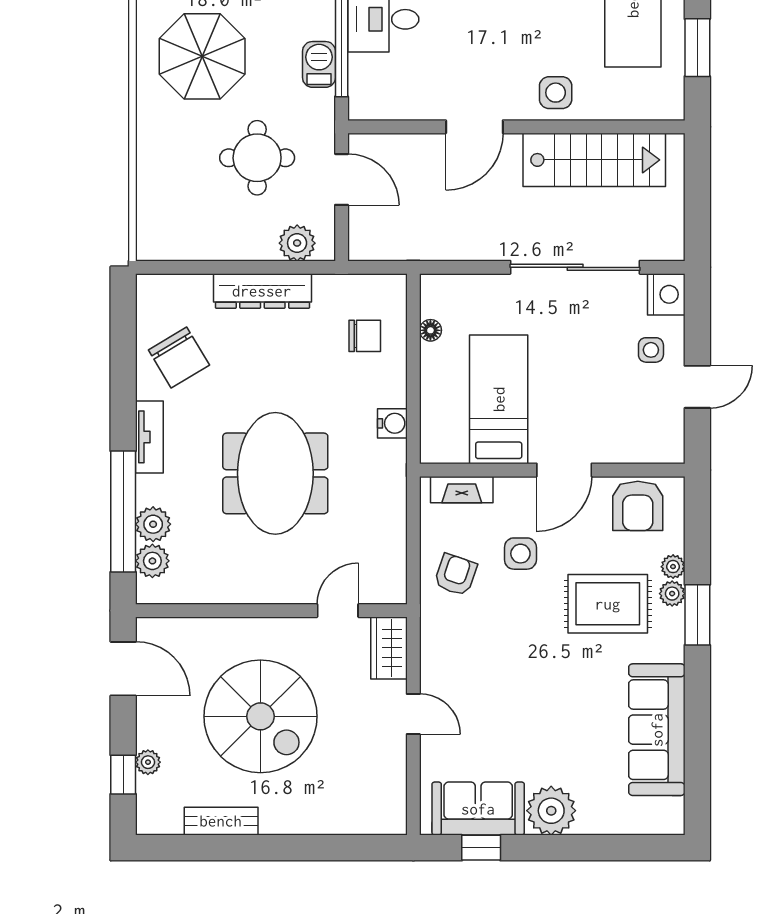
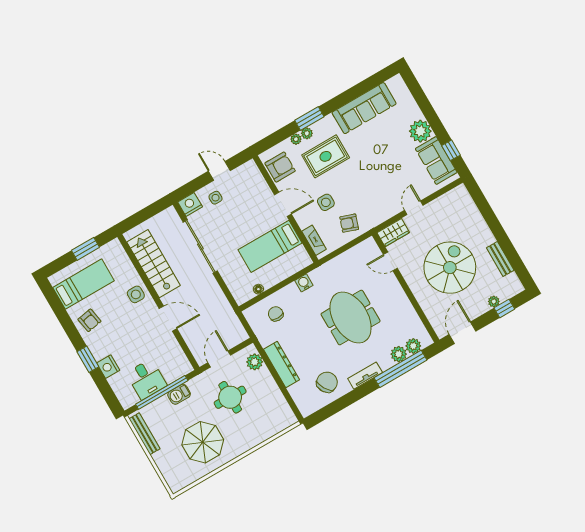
meeting table: (275, 473) -> (351, 318), turned 90
rug: (608, 604) -> (326, 156), turned 90

